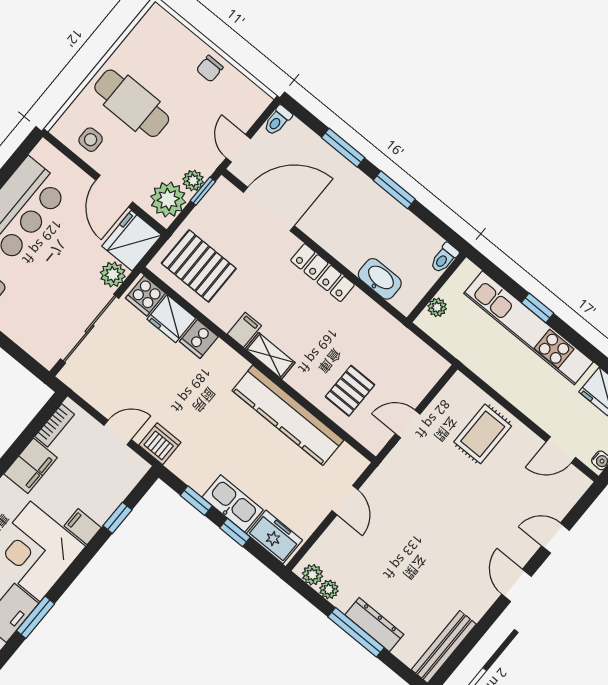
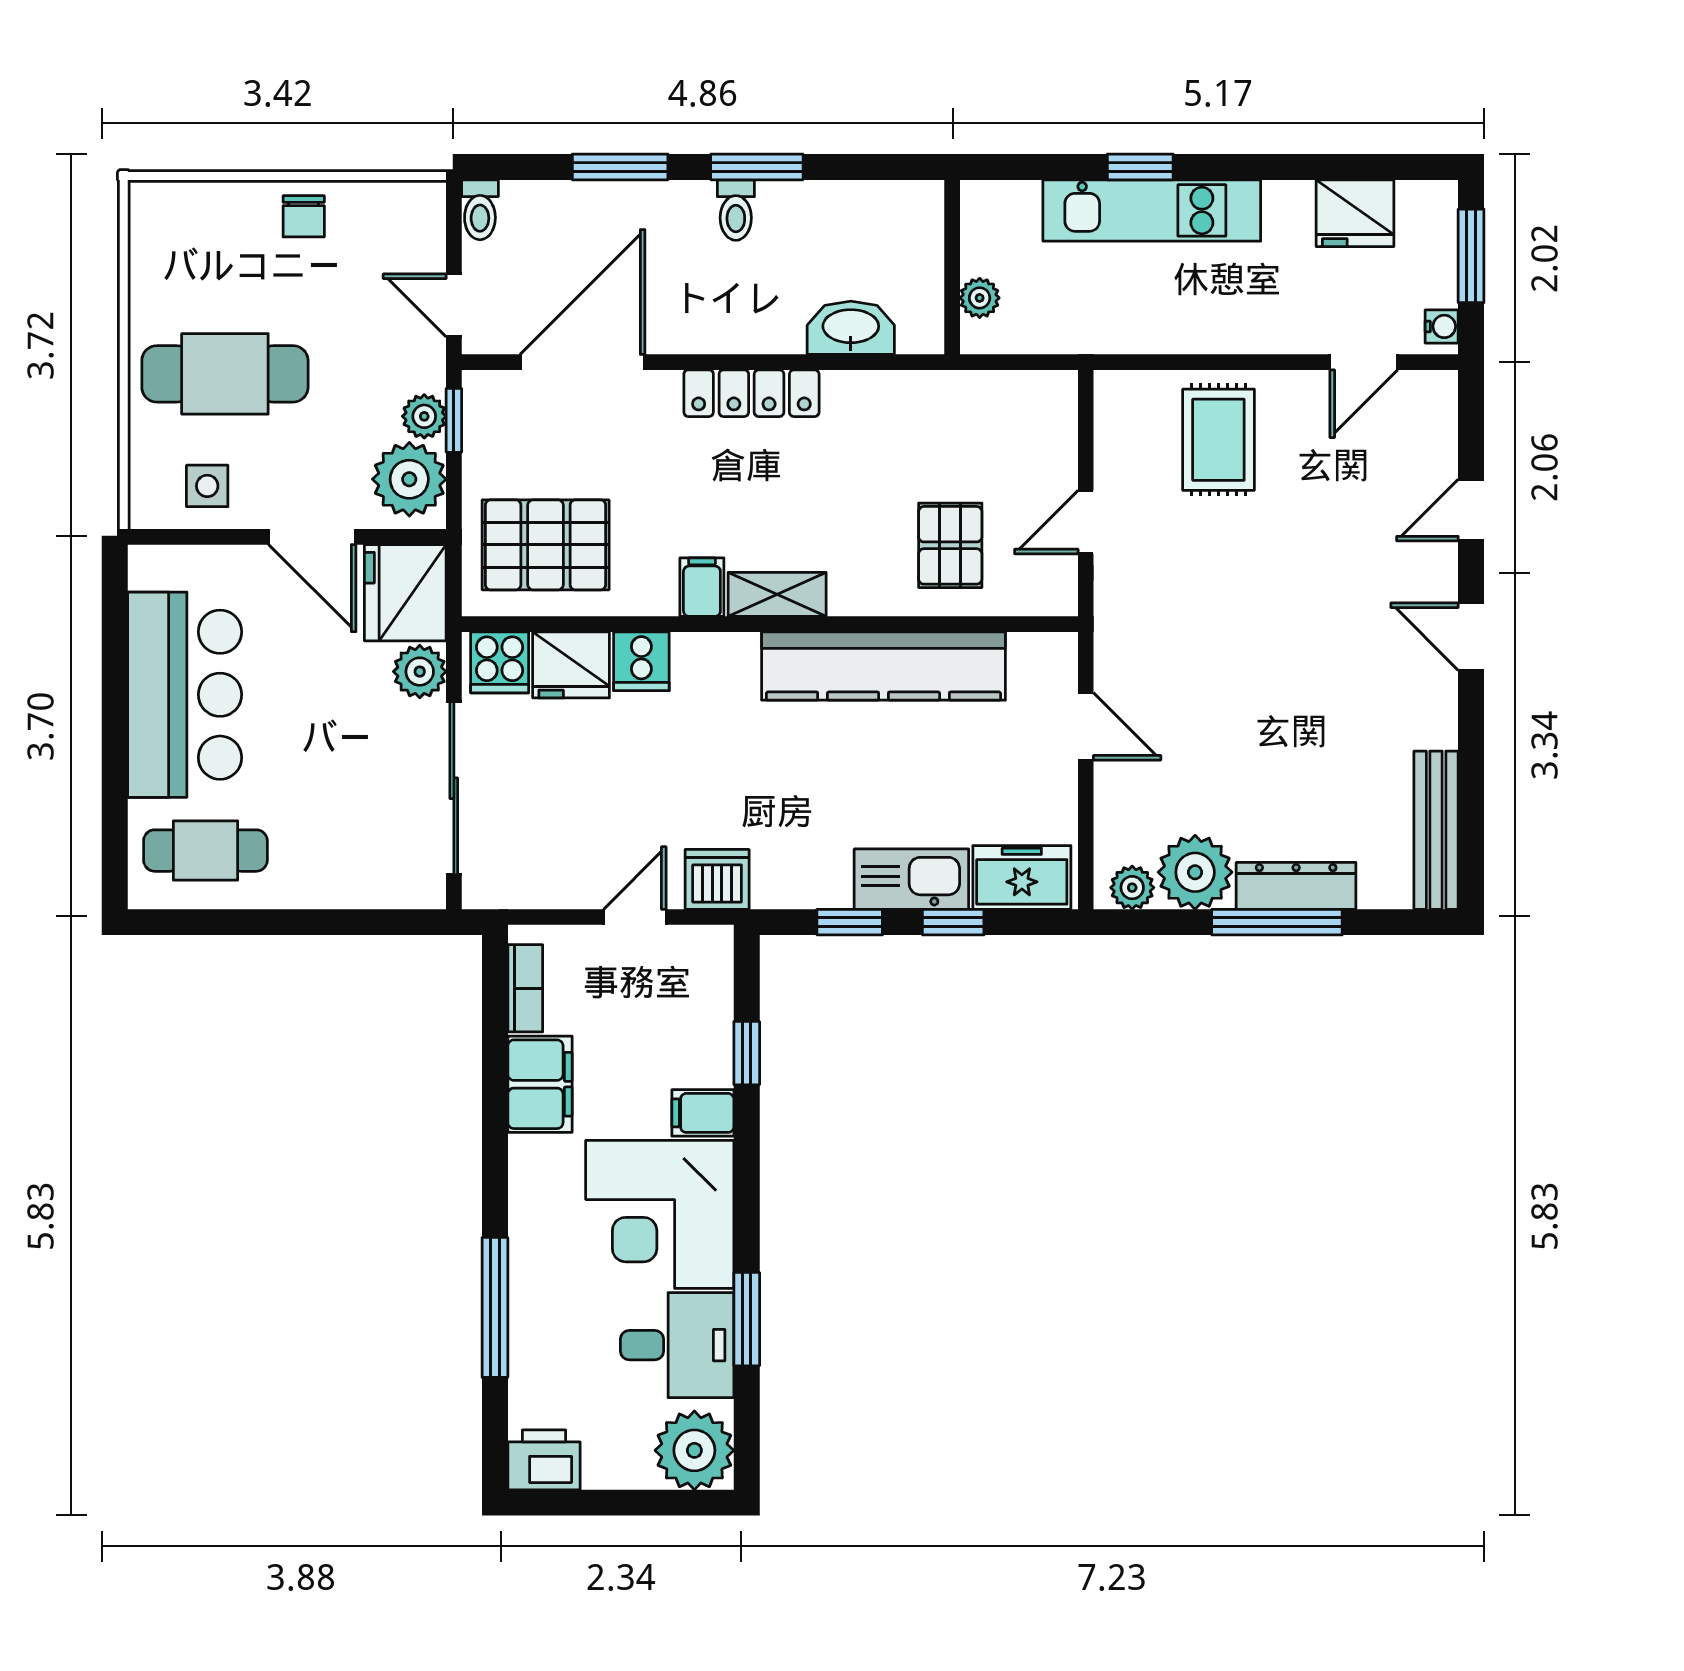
toilet: (444, 258) -> (736, 210), moved
kitchen unit: (528, 328) -> (1152, 210), width x0.73
plant: (329, 589) -> (1195, 872), width x1.87, depth x1.87

